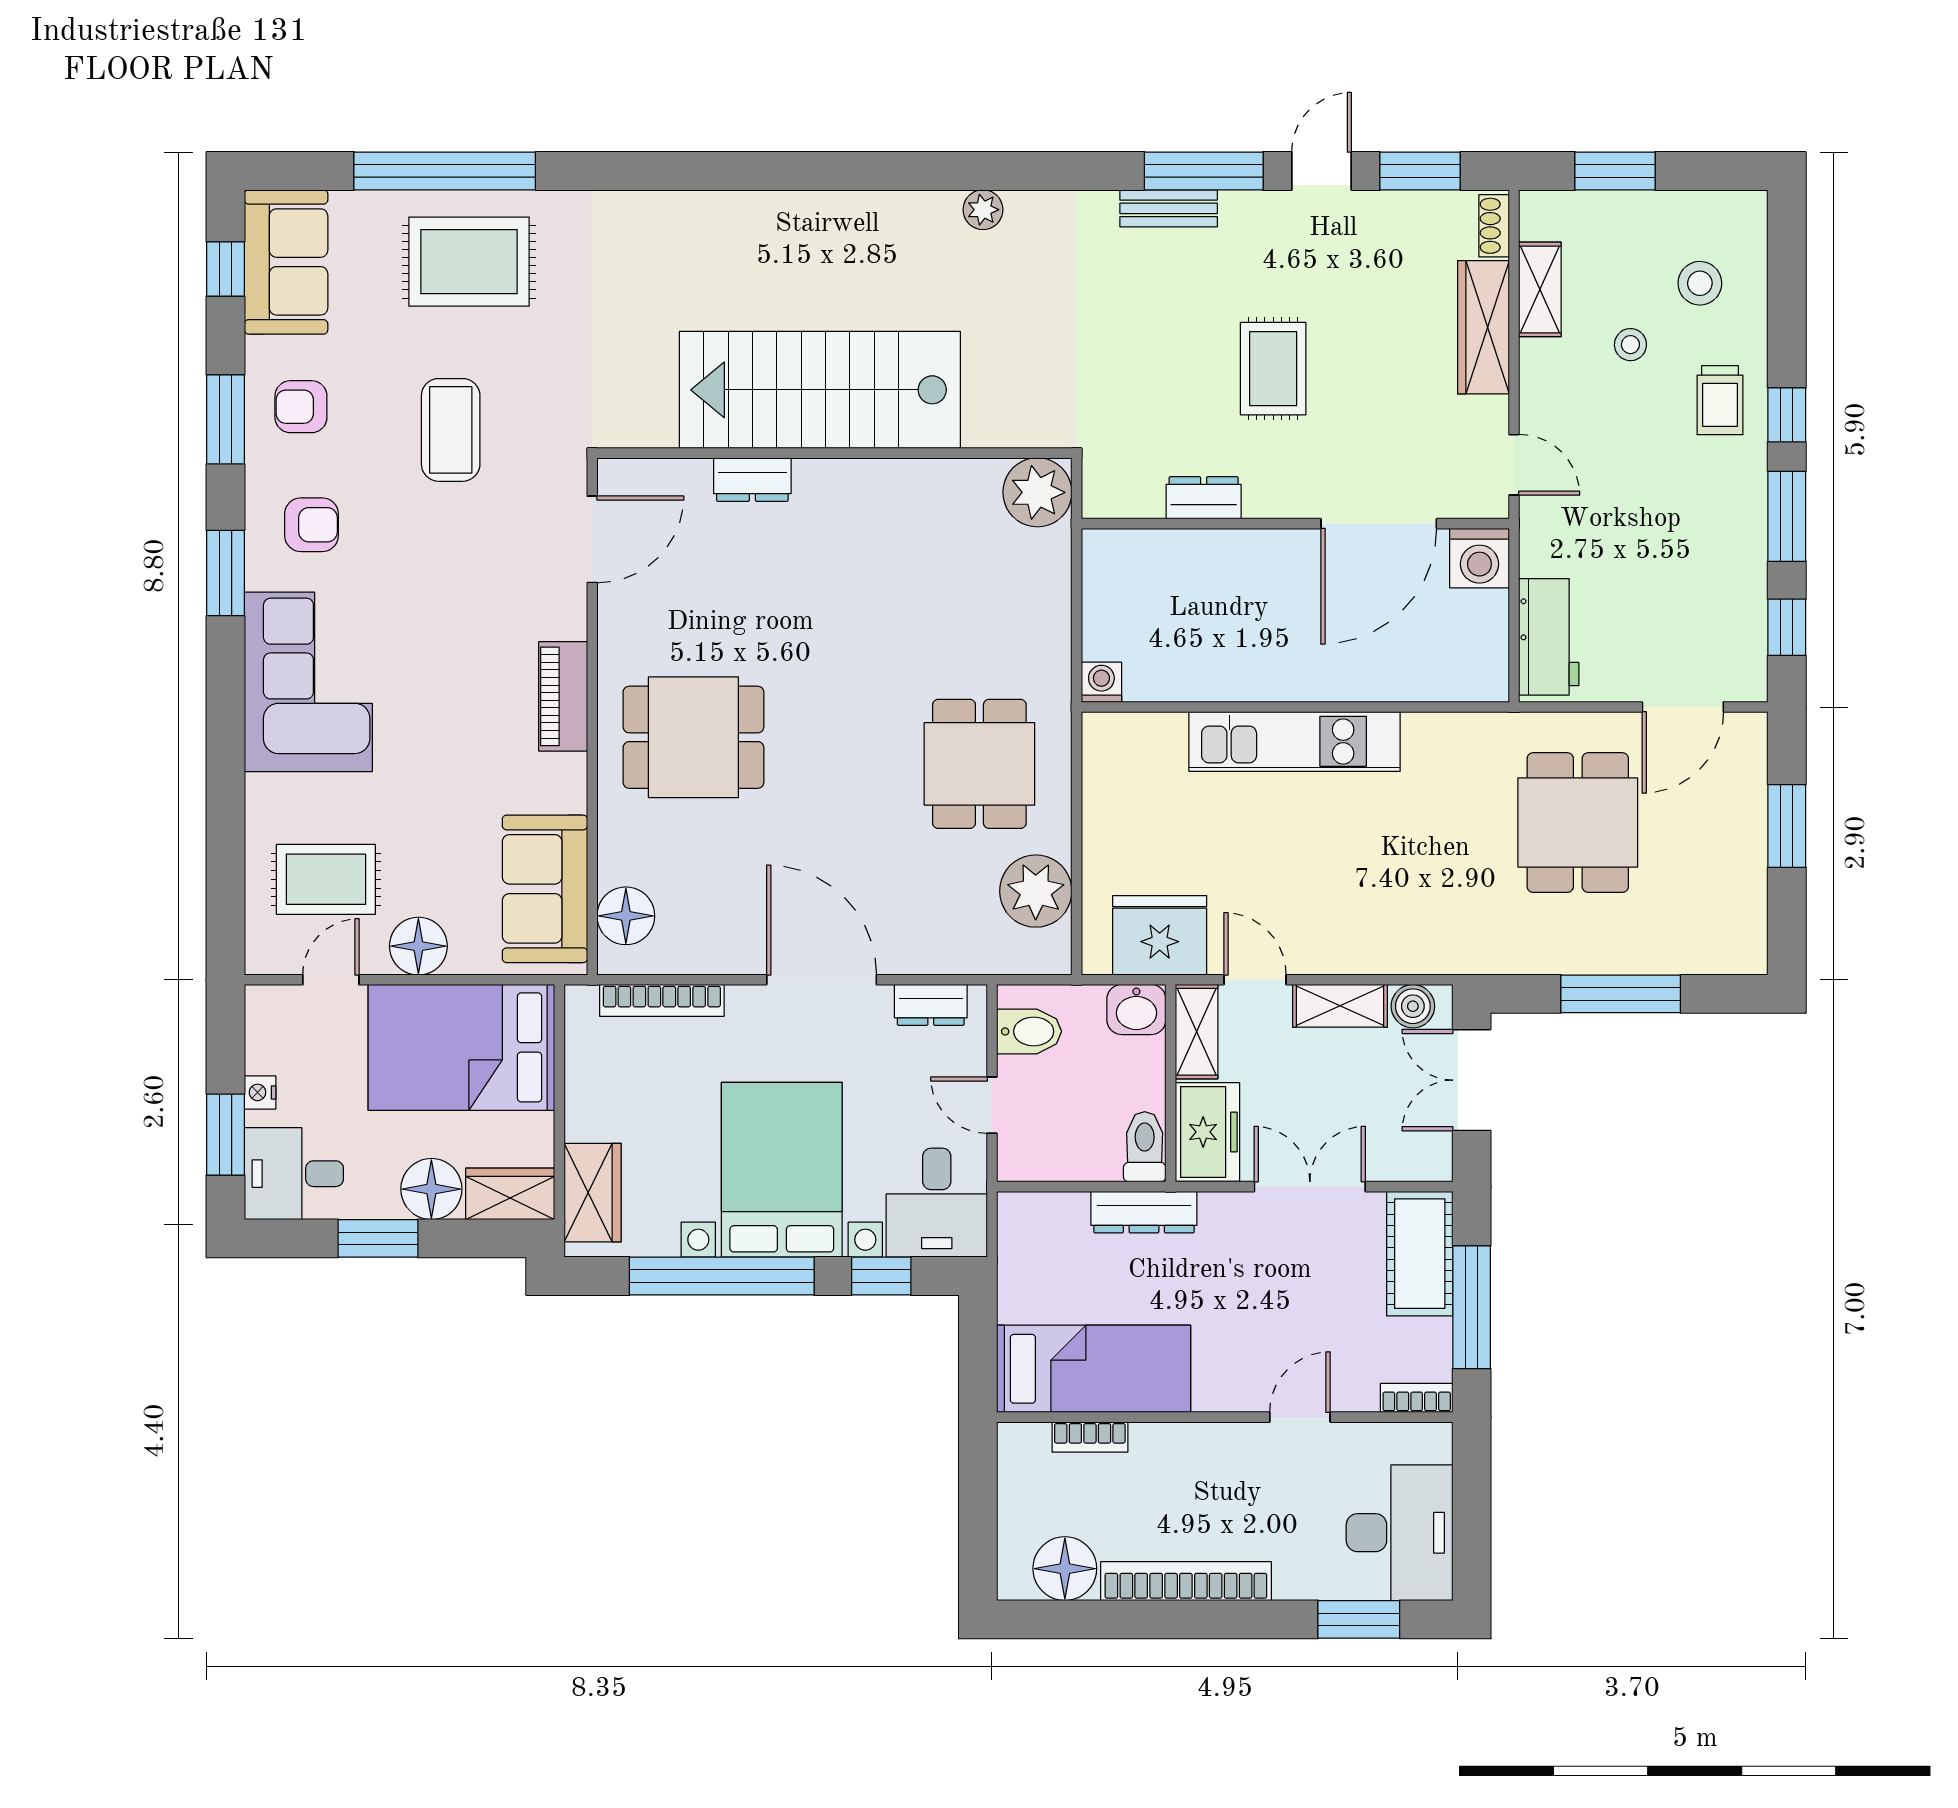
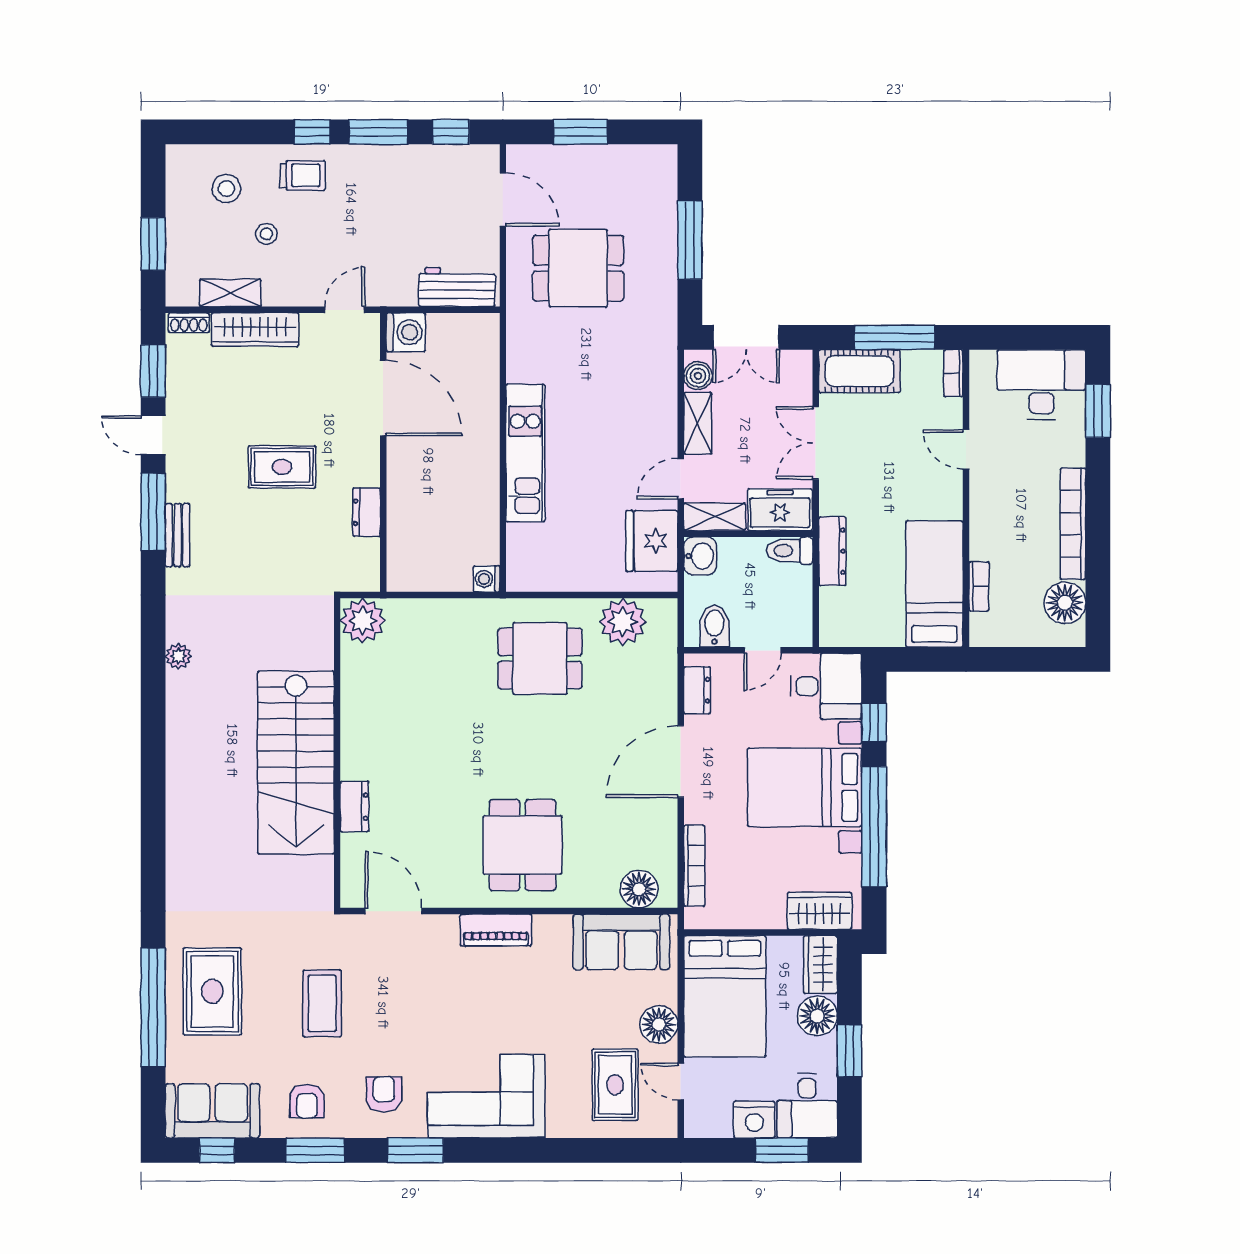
coffee table: (451, 430) -> (322, 1003), turned 90
nightstand: (260, 1092) -> (754, 1120), width x1.89, depth x1.79

